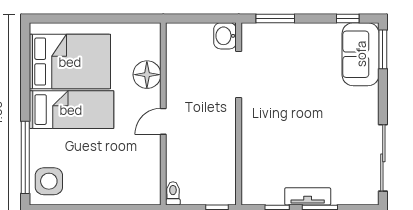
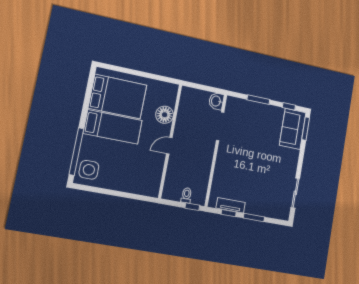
window: (275, 19) -> (258, 100), moved
sliding door: (383, 158) -> (295, 193), width x0.73
toilet: (173, 193) -> (186, 195), moved
tv unit: (308, 196) -> (231, 205), moved

